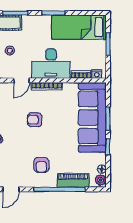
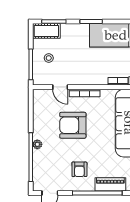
desk: (51, 64) -> (89, 71), removed
door: (21, 80) -> (60, 87), hinge flipped
armchair: (35, 120) -> (73, 125), width x1.88, depth x1.88

